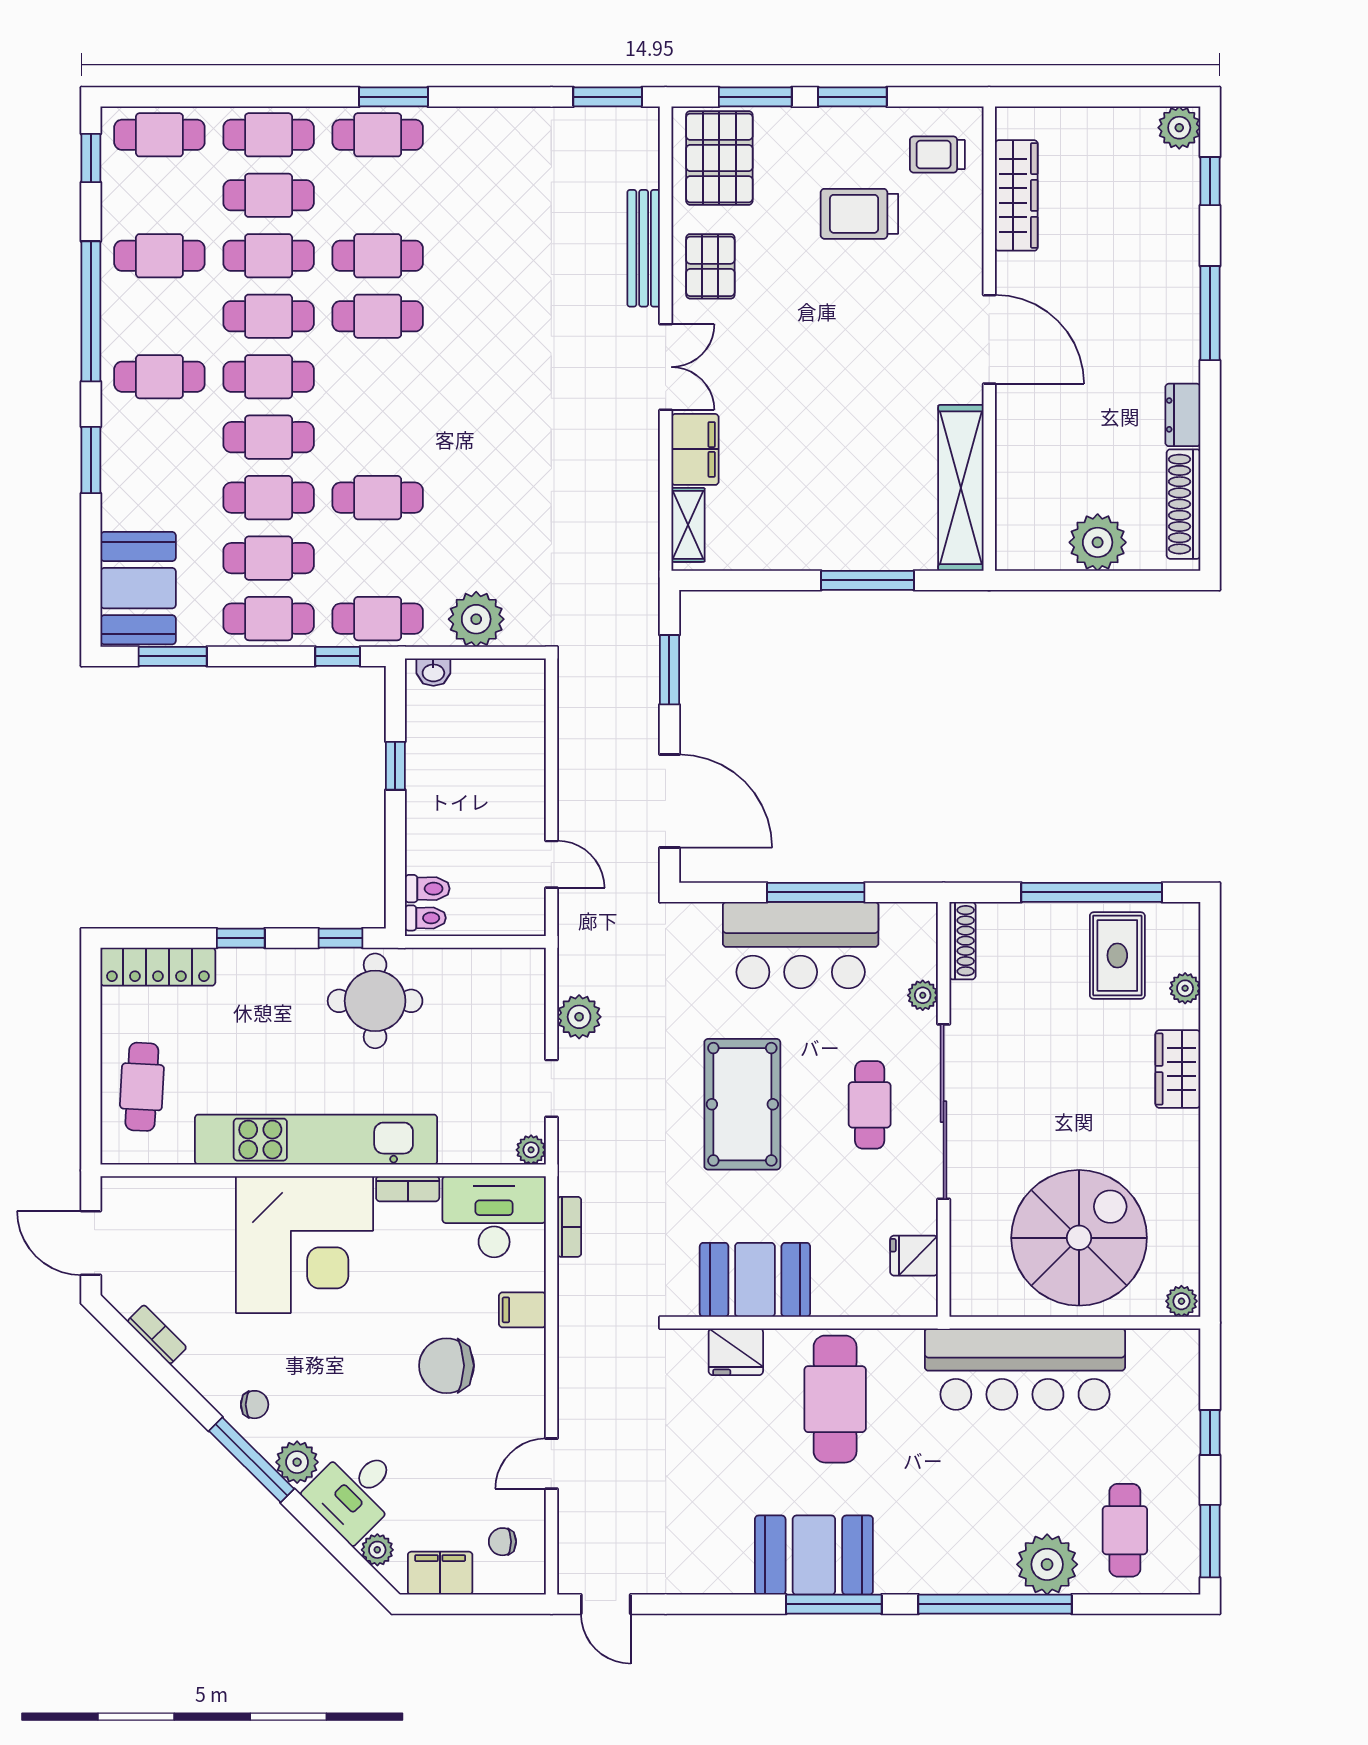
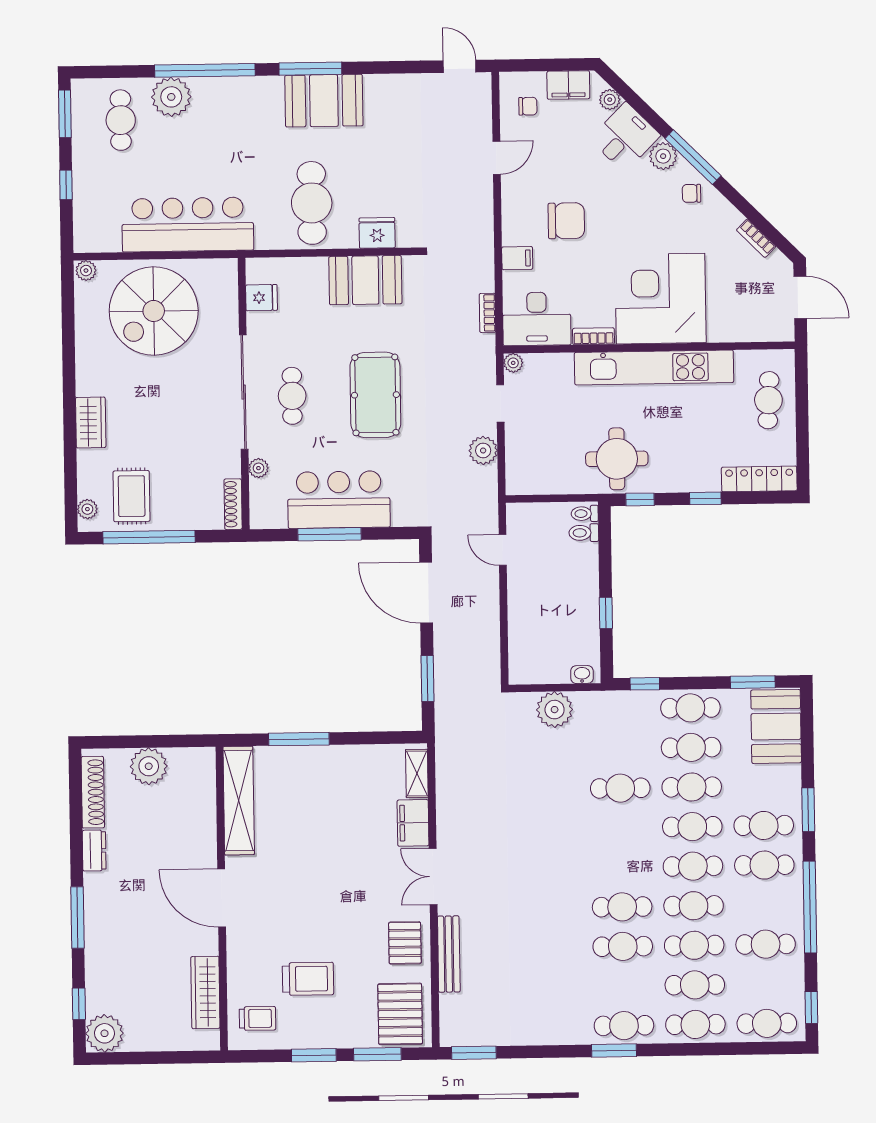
plant: (1179, 128) -> (104, 1033), width x1.36, depth x1.36
cafe table: (378, 619) -> (764, 825), moved
plant: (1185, 988) -> (87, 509), moved

